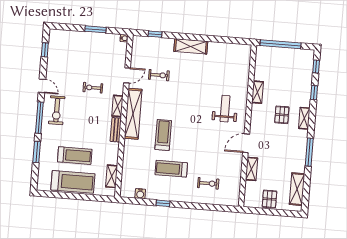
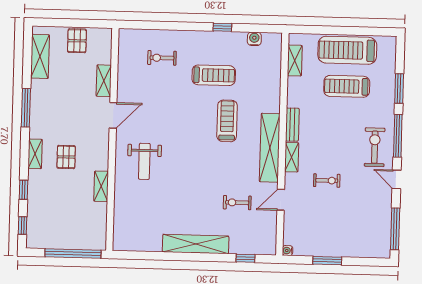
shelving: (191, 46) -> (196, 244), width x1.47
window: (45, 50) -> (395, 229), width x2.17
treadmill: (163, 135) -> (227, 121), turned 180

